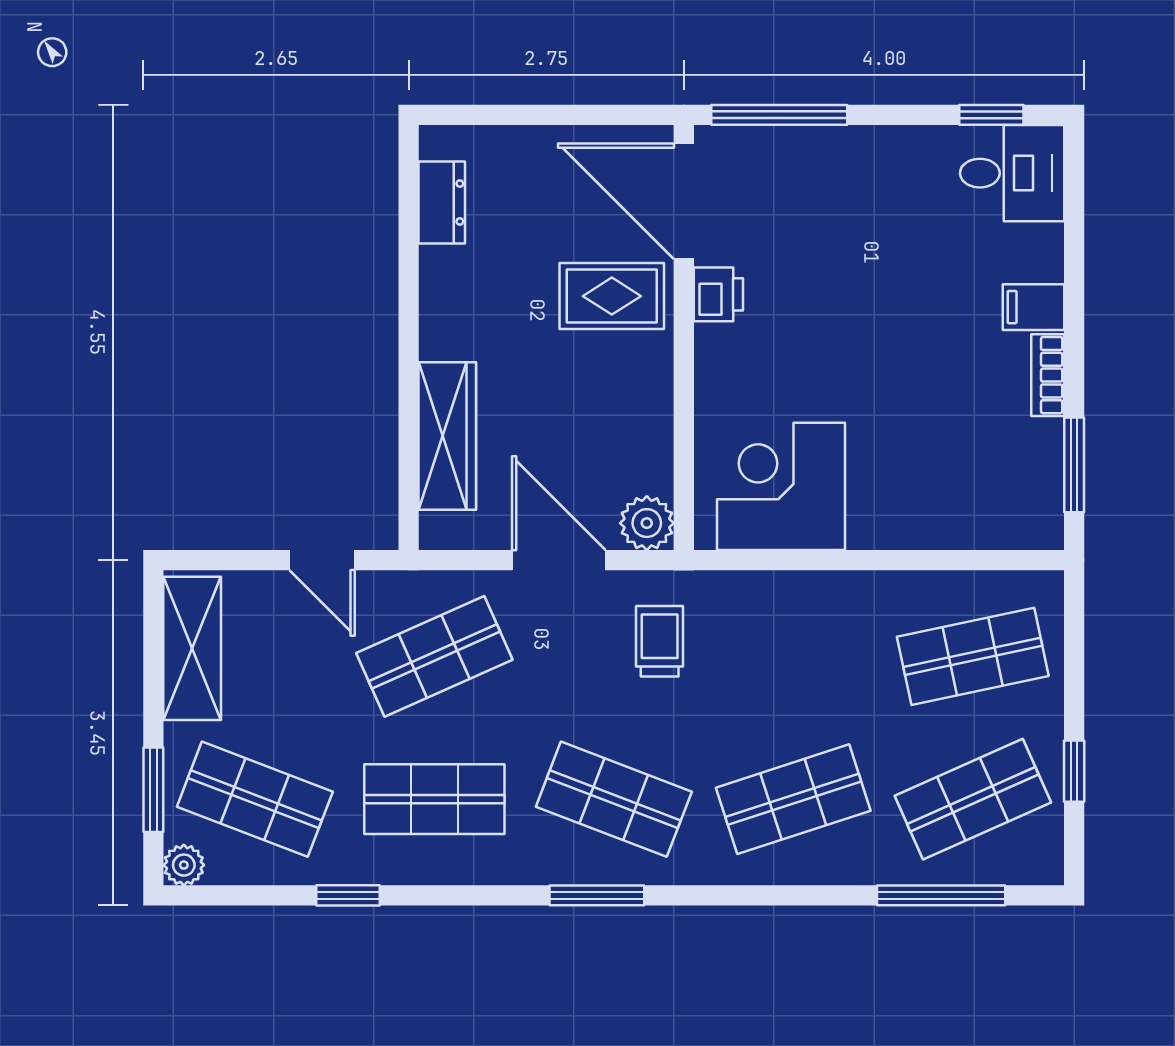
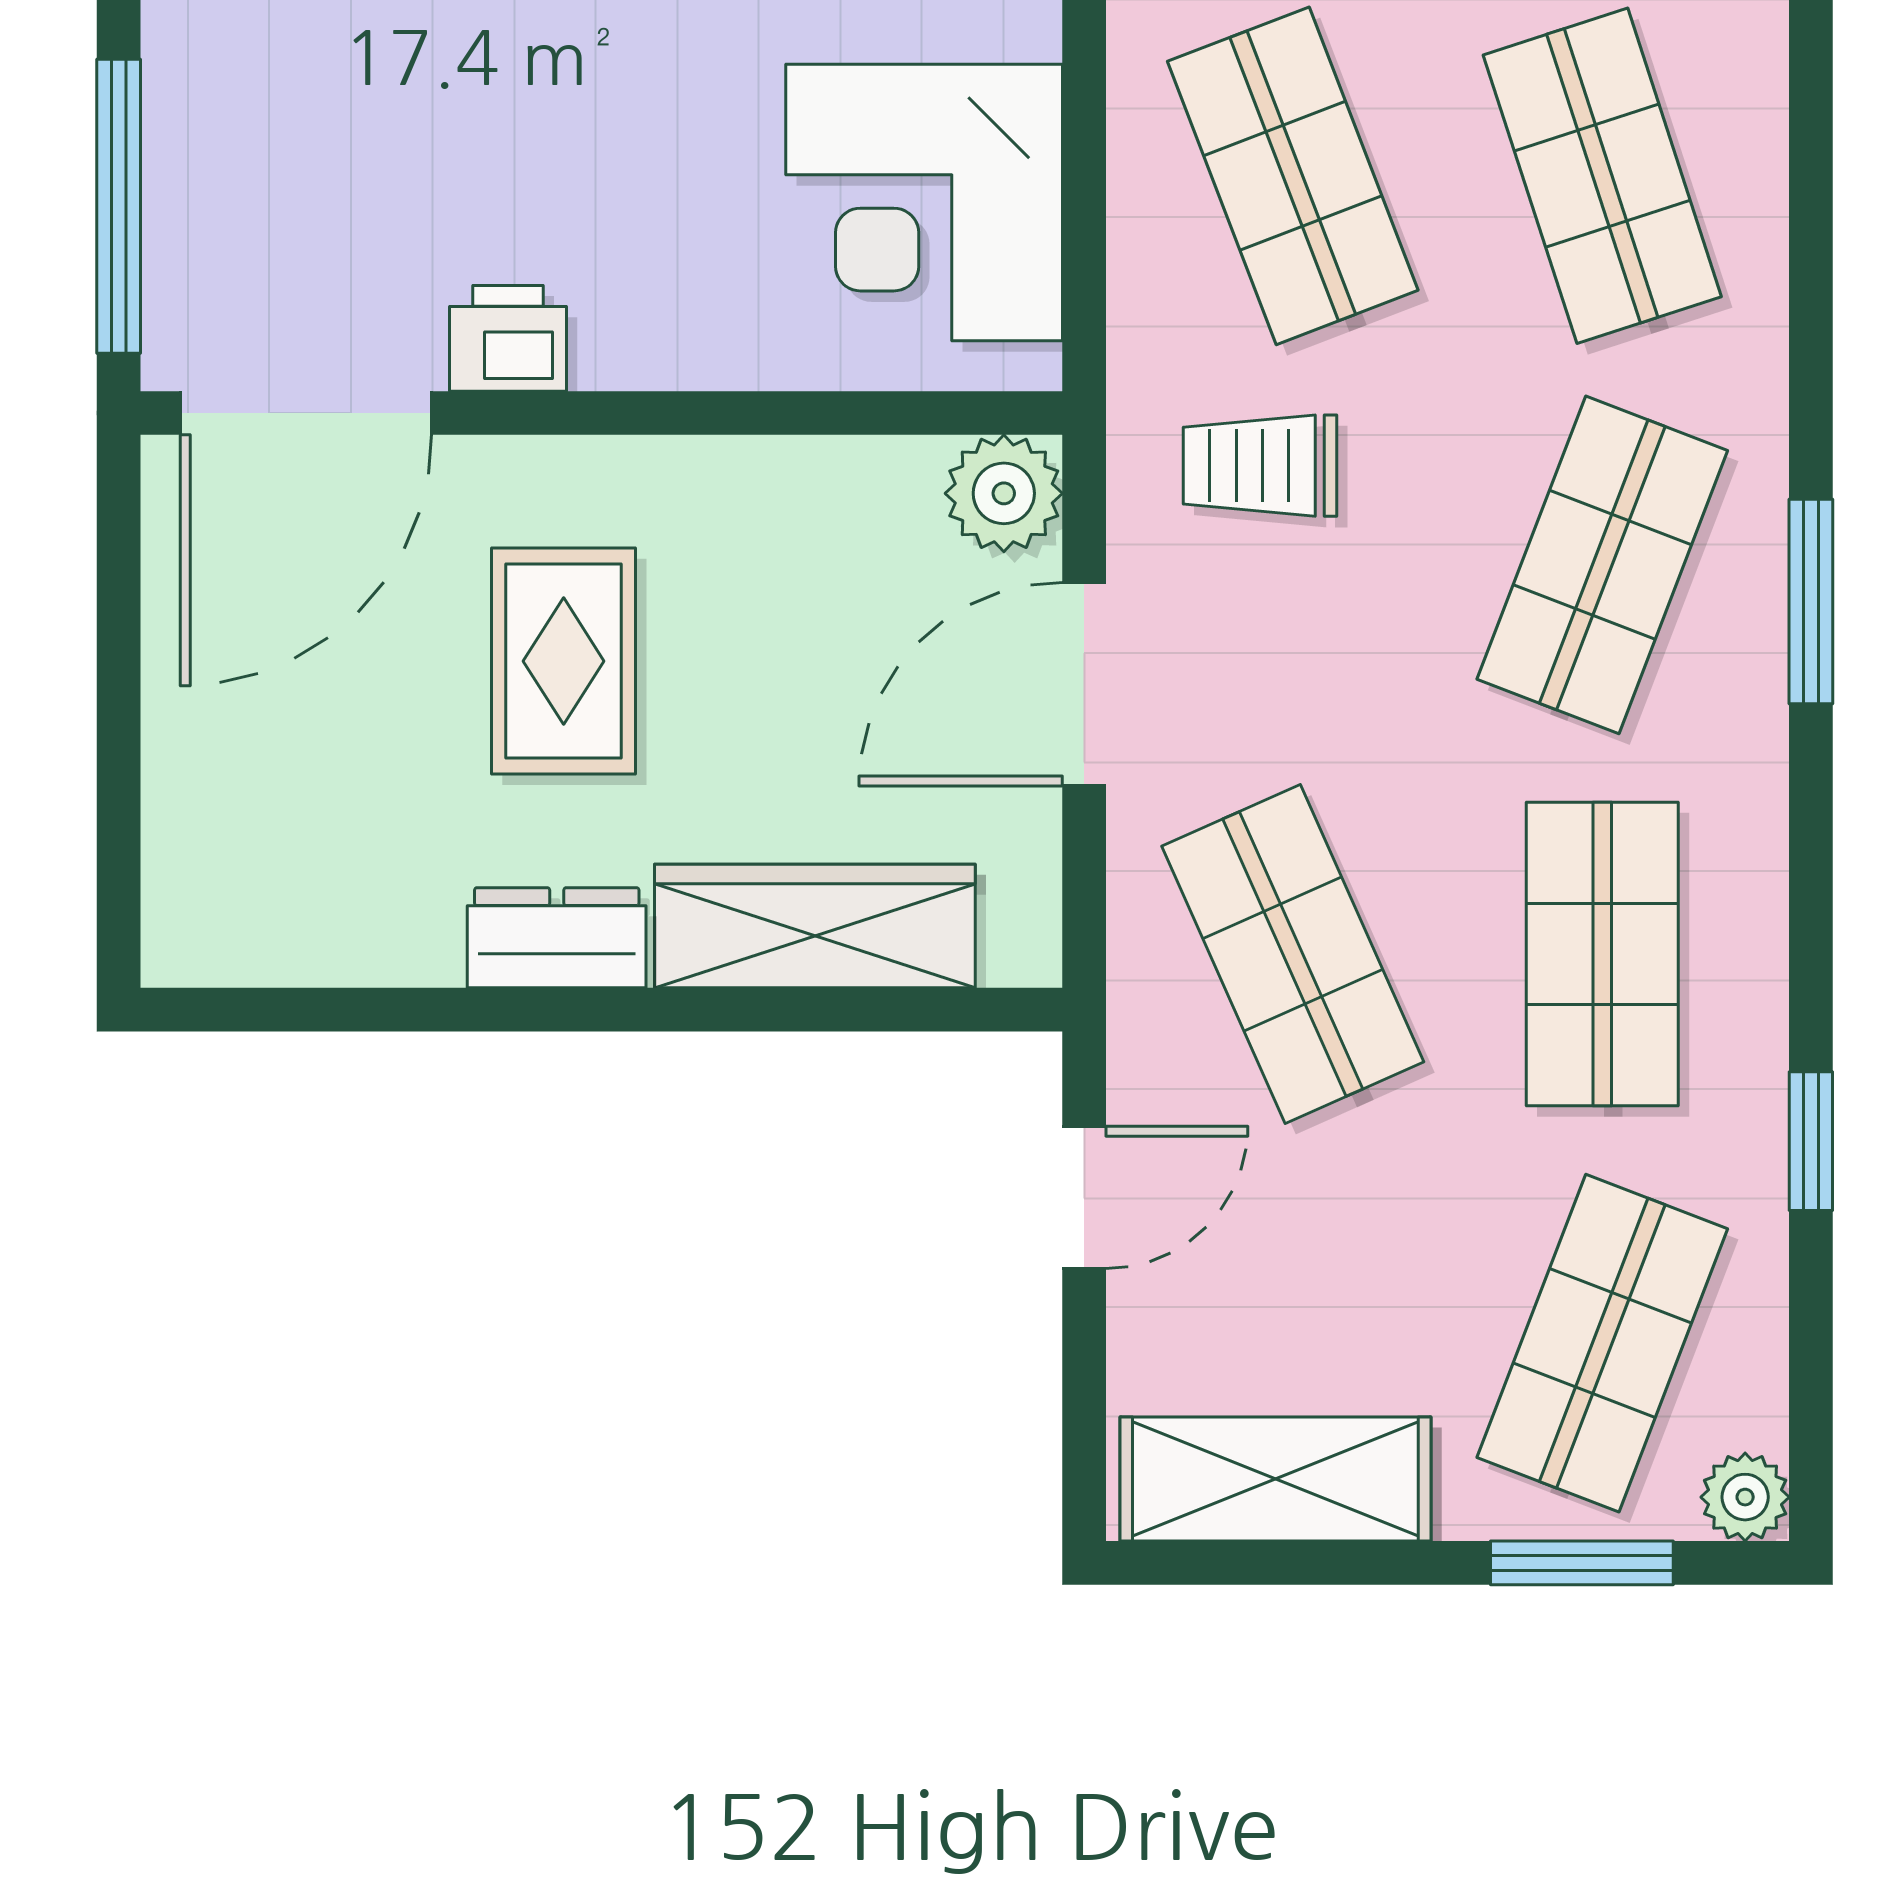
dresser: (442, 202) -> (557, 938), moved
rug: (612, 296) -> (564, 661), moved
shop shelf: (793, 656) -> (1293, 176), added

